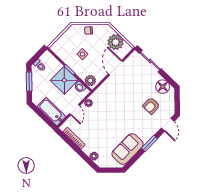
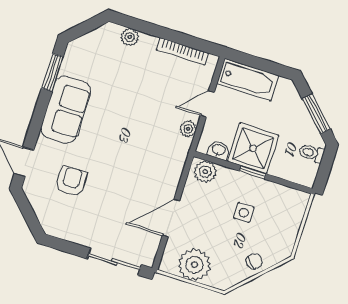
door: (116, 68) -> (171, 218), swing flipped
floor lamp: (163, 87) -> (68, 227), removed
door: (75, 110) -> (207, 104), hinge flipped
window: (149, 143) -> (52, 73), moved
sofa: (127, 149) -> (66, 110), moved

